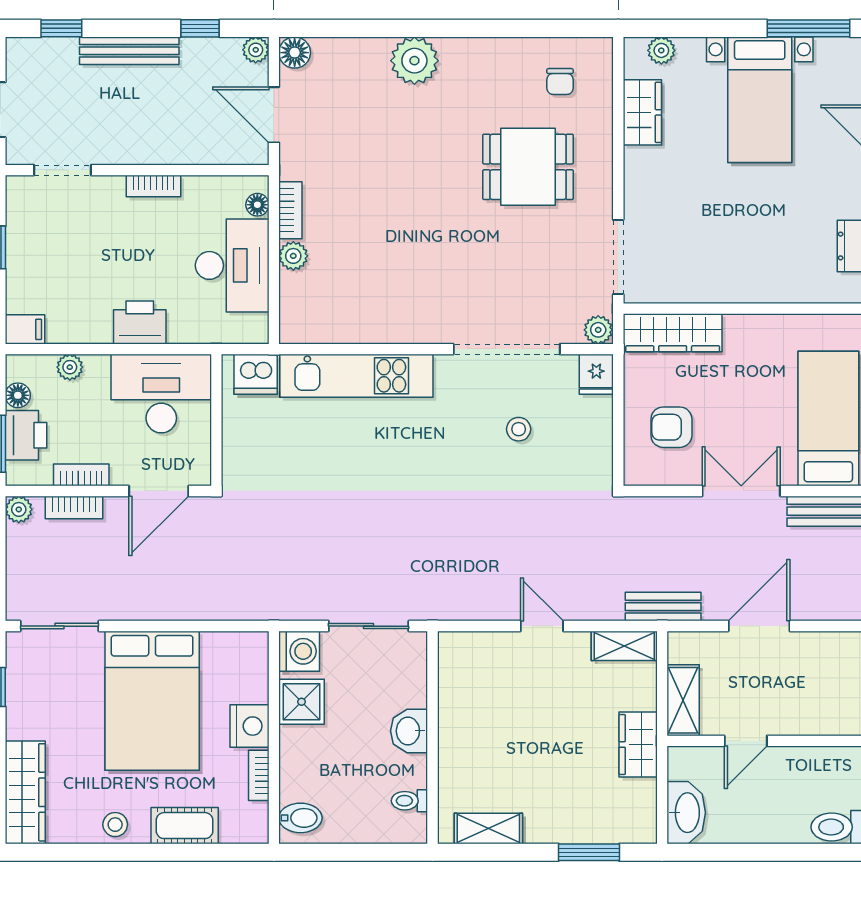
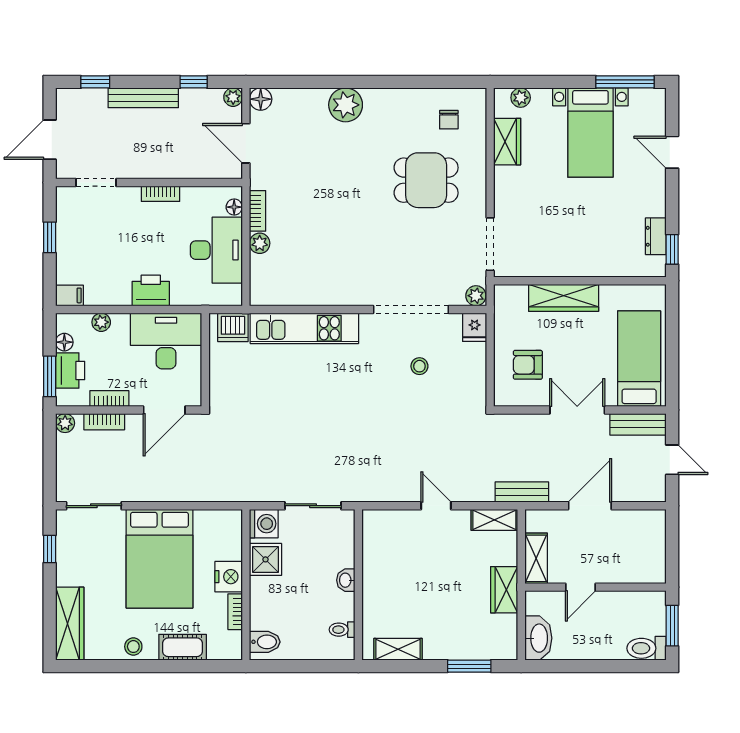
wardrobe: (673, 333) -> (564, 298), moved
washbasin: (409, 731) -> (346, 580), width x0.72, depth x0.69

